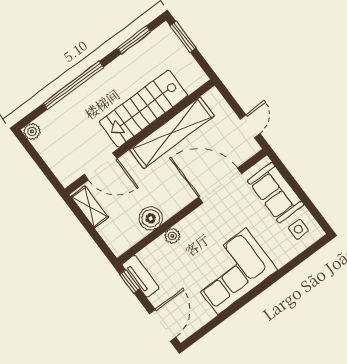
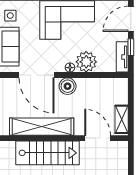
boiler: (151, 218) -> (68, 86), moved
floor lamp: (189, 221) -> (70, 68), added
plant: (172, 236) -> (86, 62), width x1.88, depth x1.88
window: (130, 281) -> (131, 47), moved

